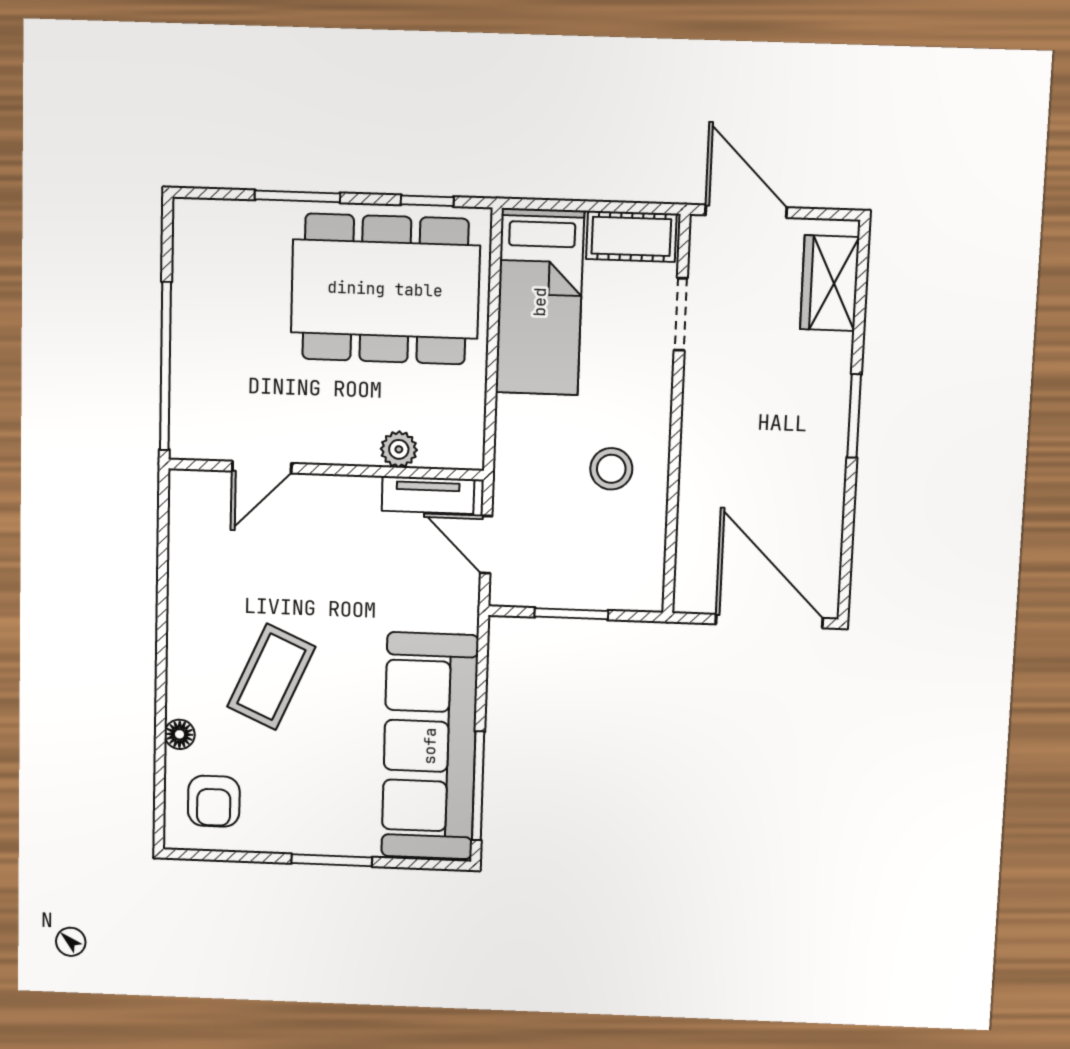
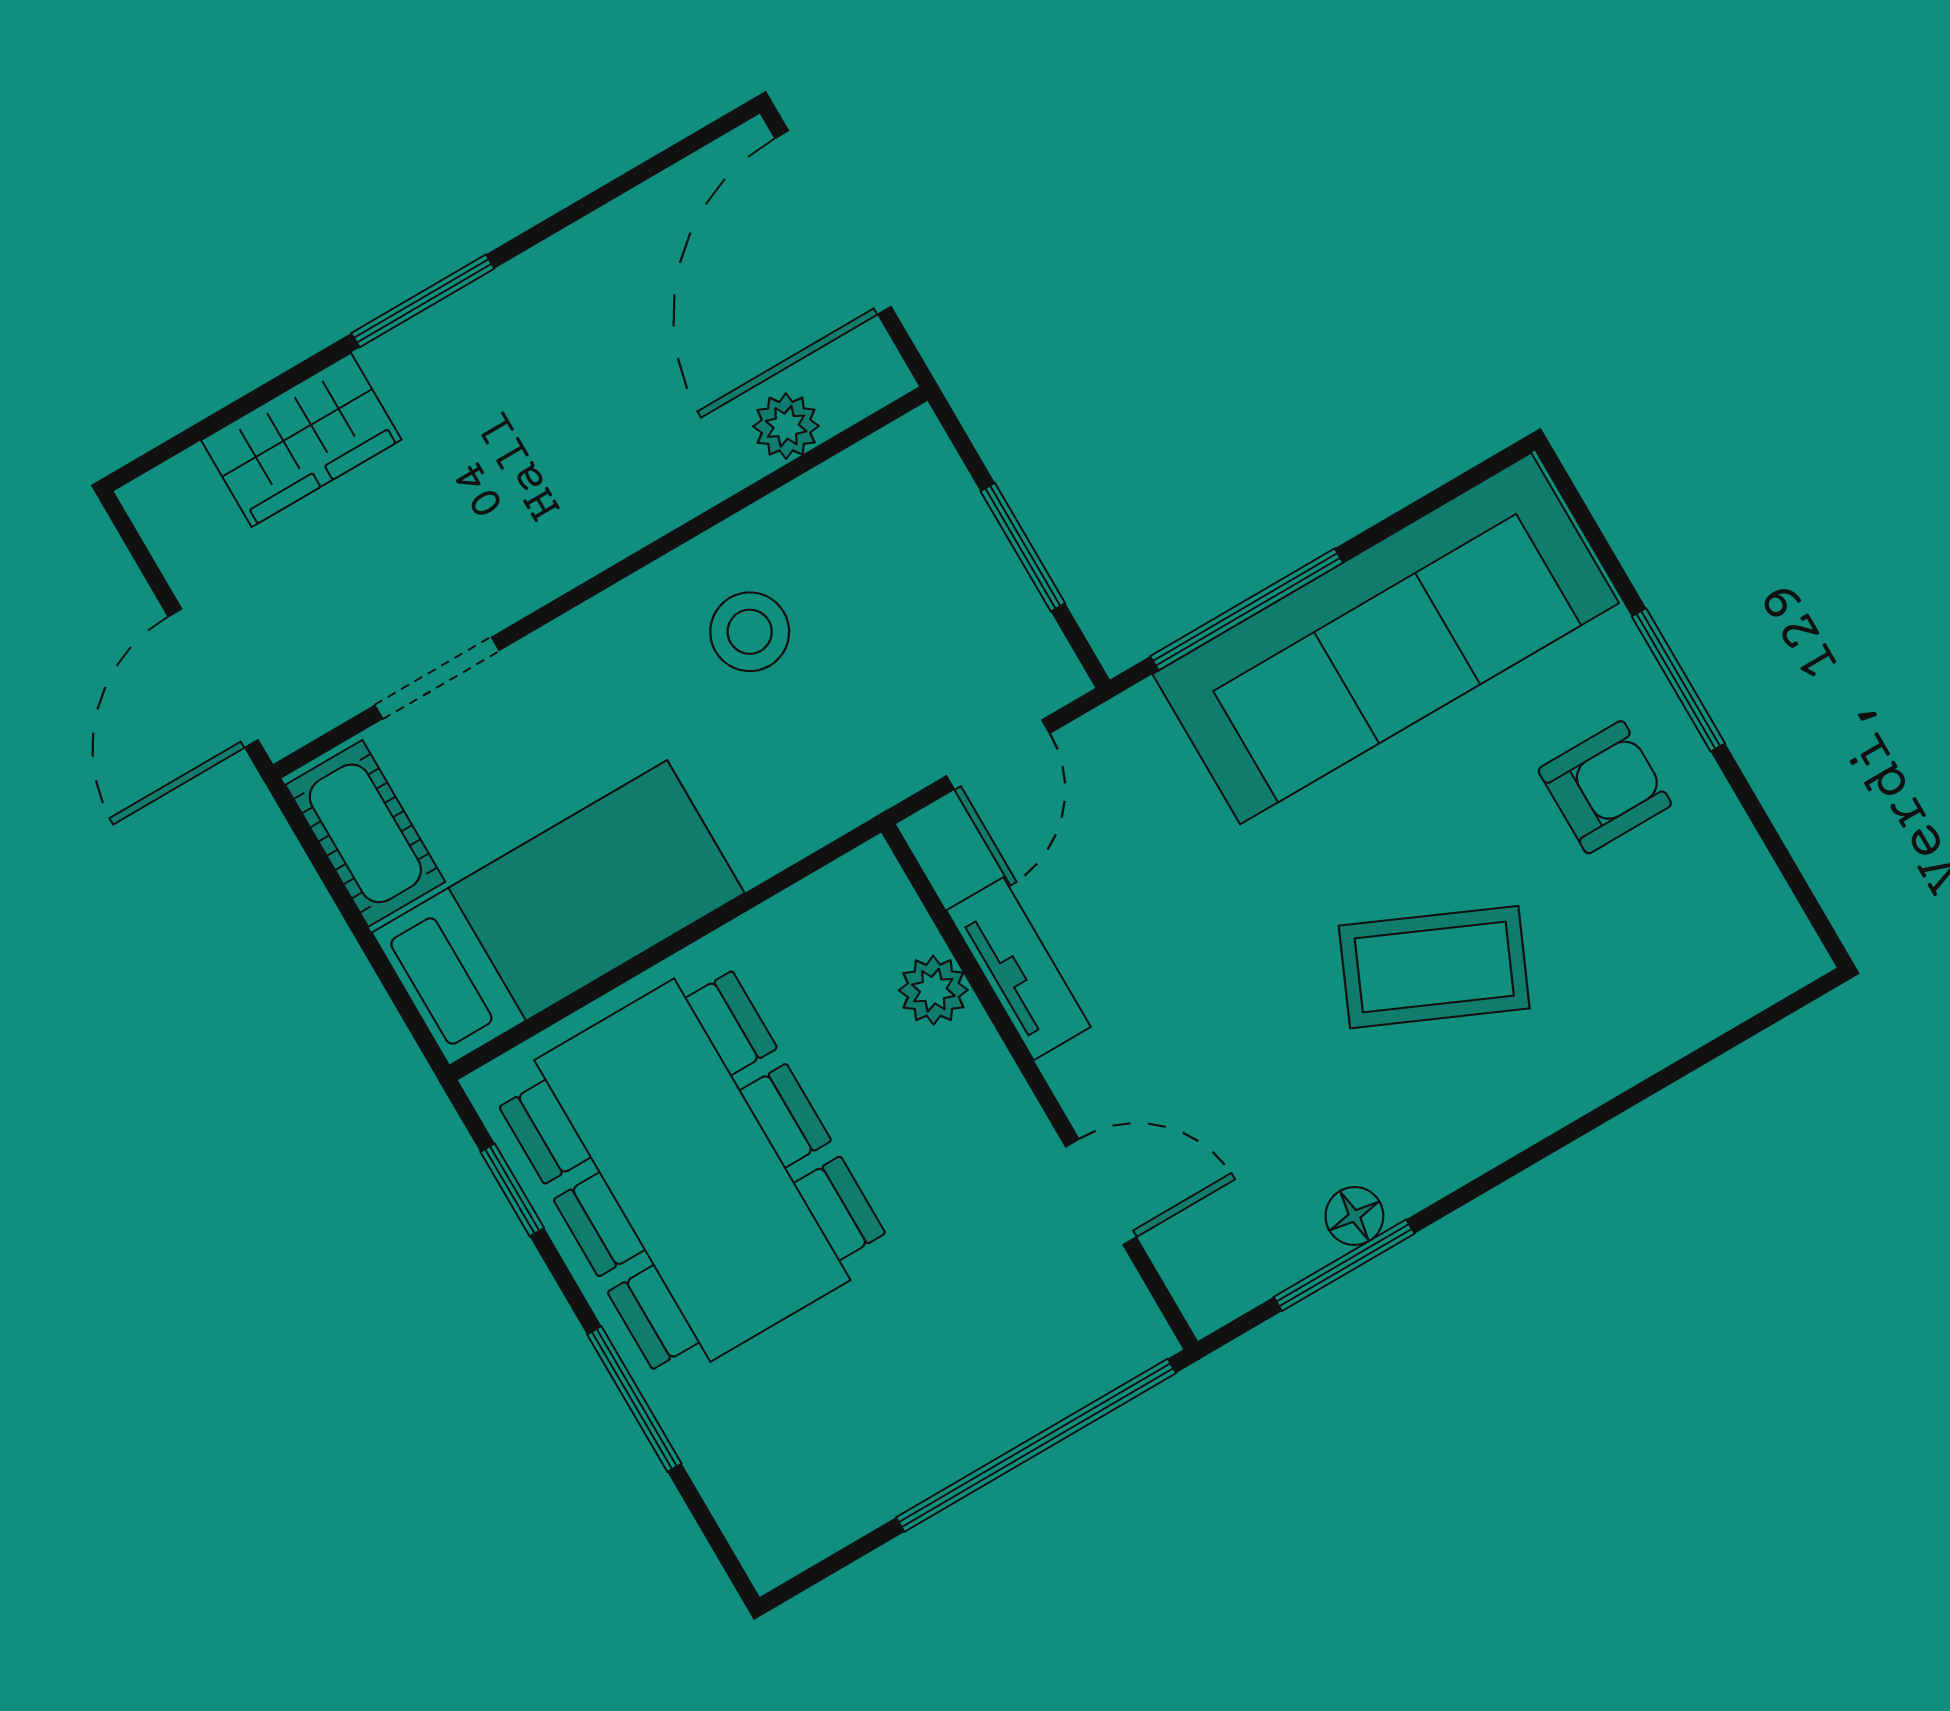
wardrobe: (830, 283) -> (301, 440), moved
tv unit: (428, 495) -> (1019, 969), moved
plant: (693, 543) -> (786, 426), added
window: (163, 554) -> (1344, 1265), added
floor lamp: (180, 734) -> (1354, 1216), moved
window: (478, 786) -> (1247, 609), moved
armchair: (214, 801) -> (1605, 787), moved

